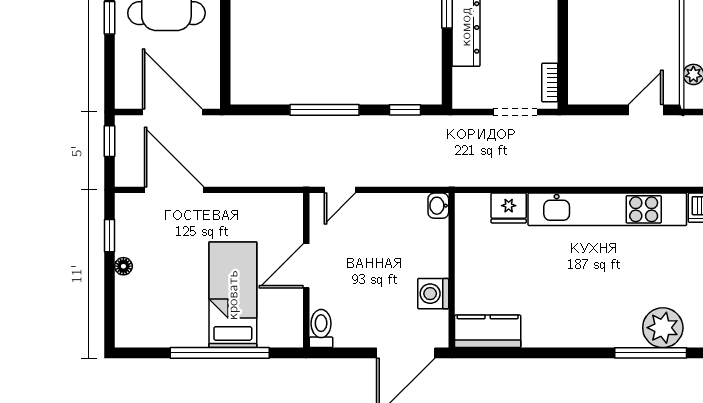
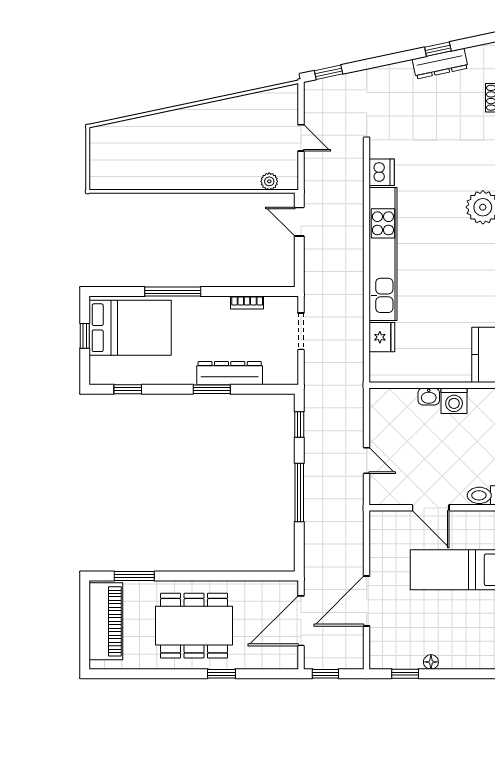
bookcase: (550, 83) -> (247, 303), moved
door: (174, 190) -> (367, 601), moved
door: (340, 190) -> (367, 461), moved
washbasin: (438, 206) -> (429, 397), moved

